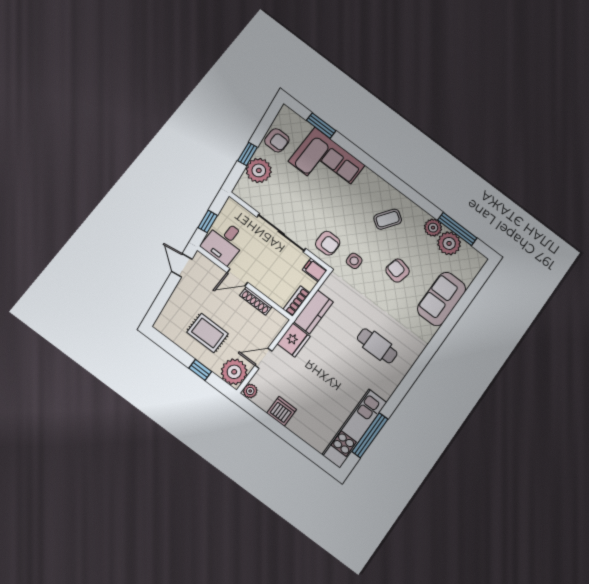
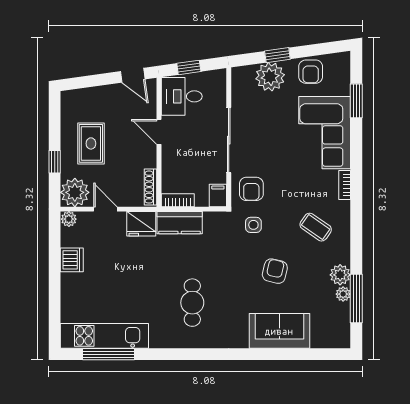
bookcase: (373, 177) -> (345, 185), added
plant: (449, 243) -> (343, 294), width x0.53, depth x0.53
door: (182, 265) -> (133, 75), swing flipped
shoe rack: (256, 301) -> (150, 187), moved

